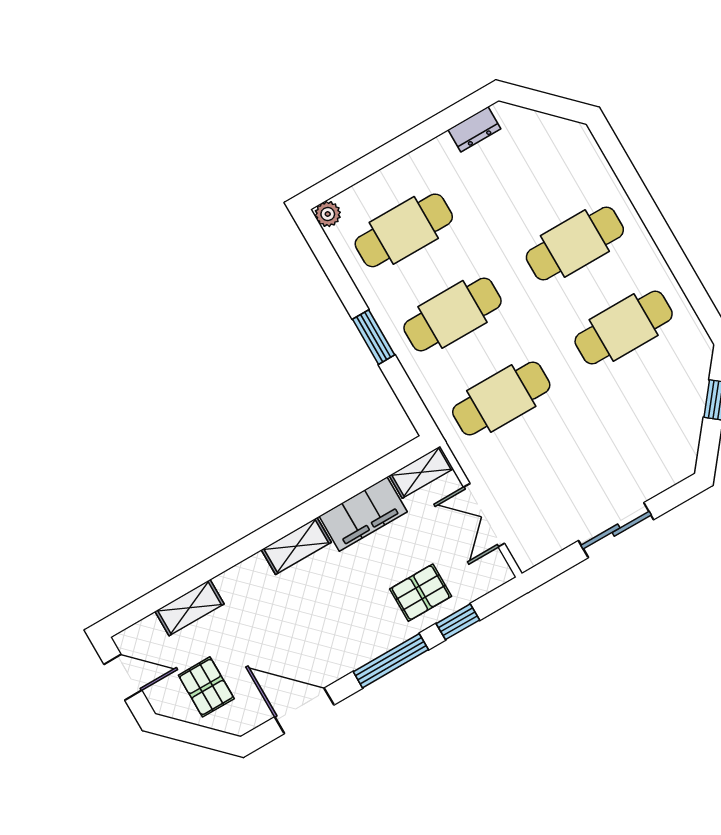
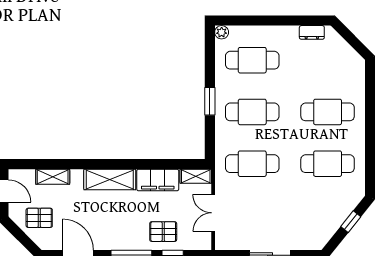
shelving: (296, 546) -> (110, 179), width x1.50, depth x1.33
pallet: (206, 687) -> (39, 218), turned 90

